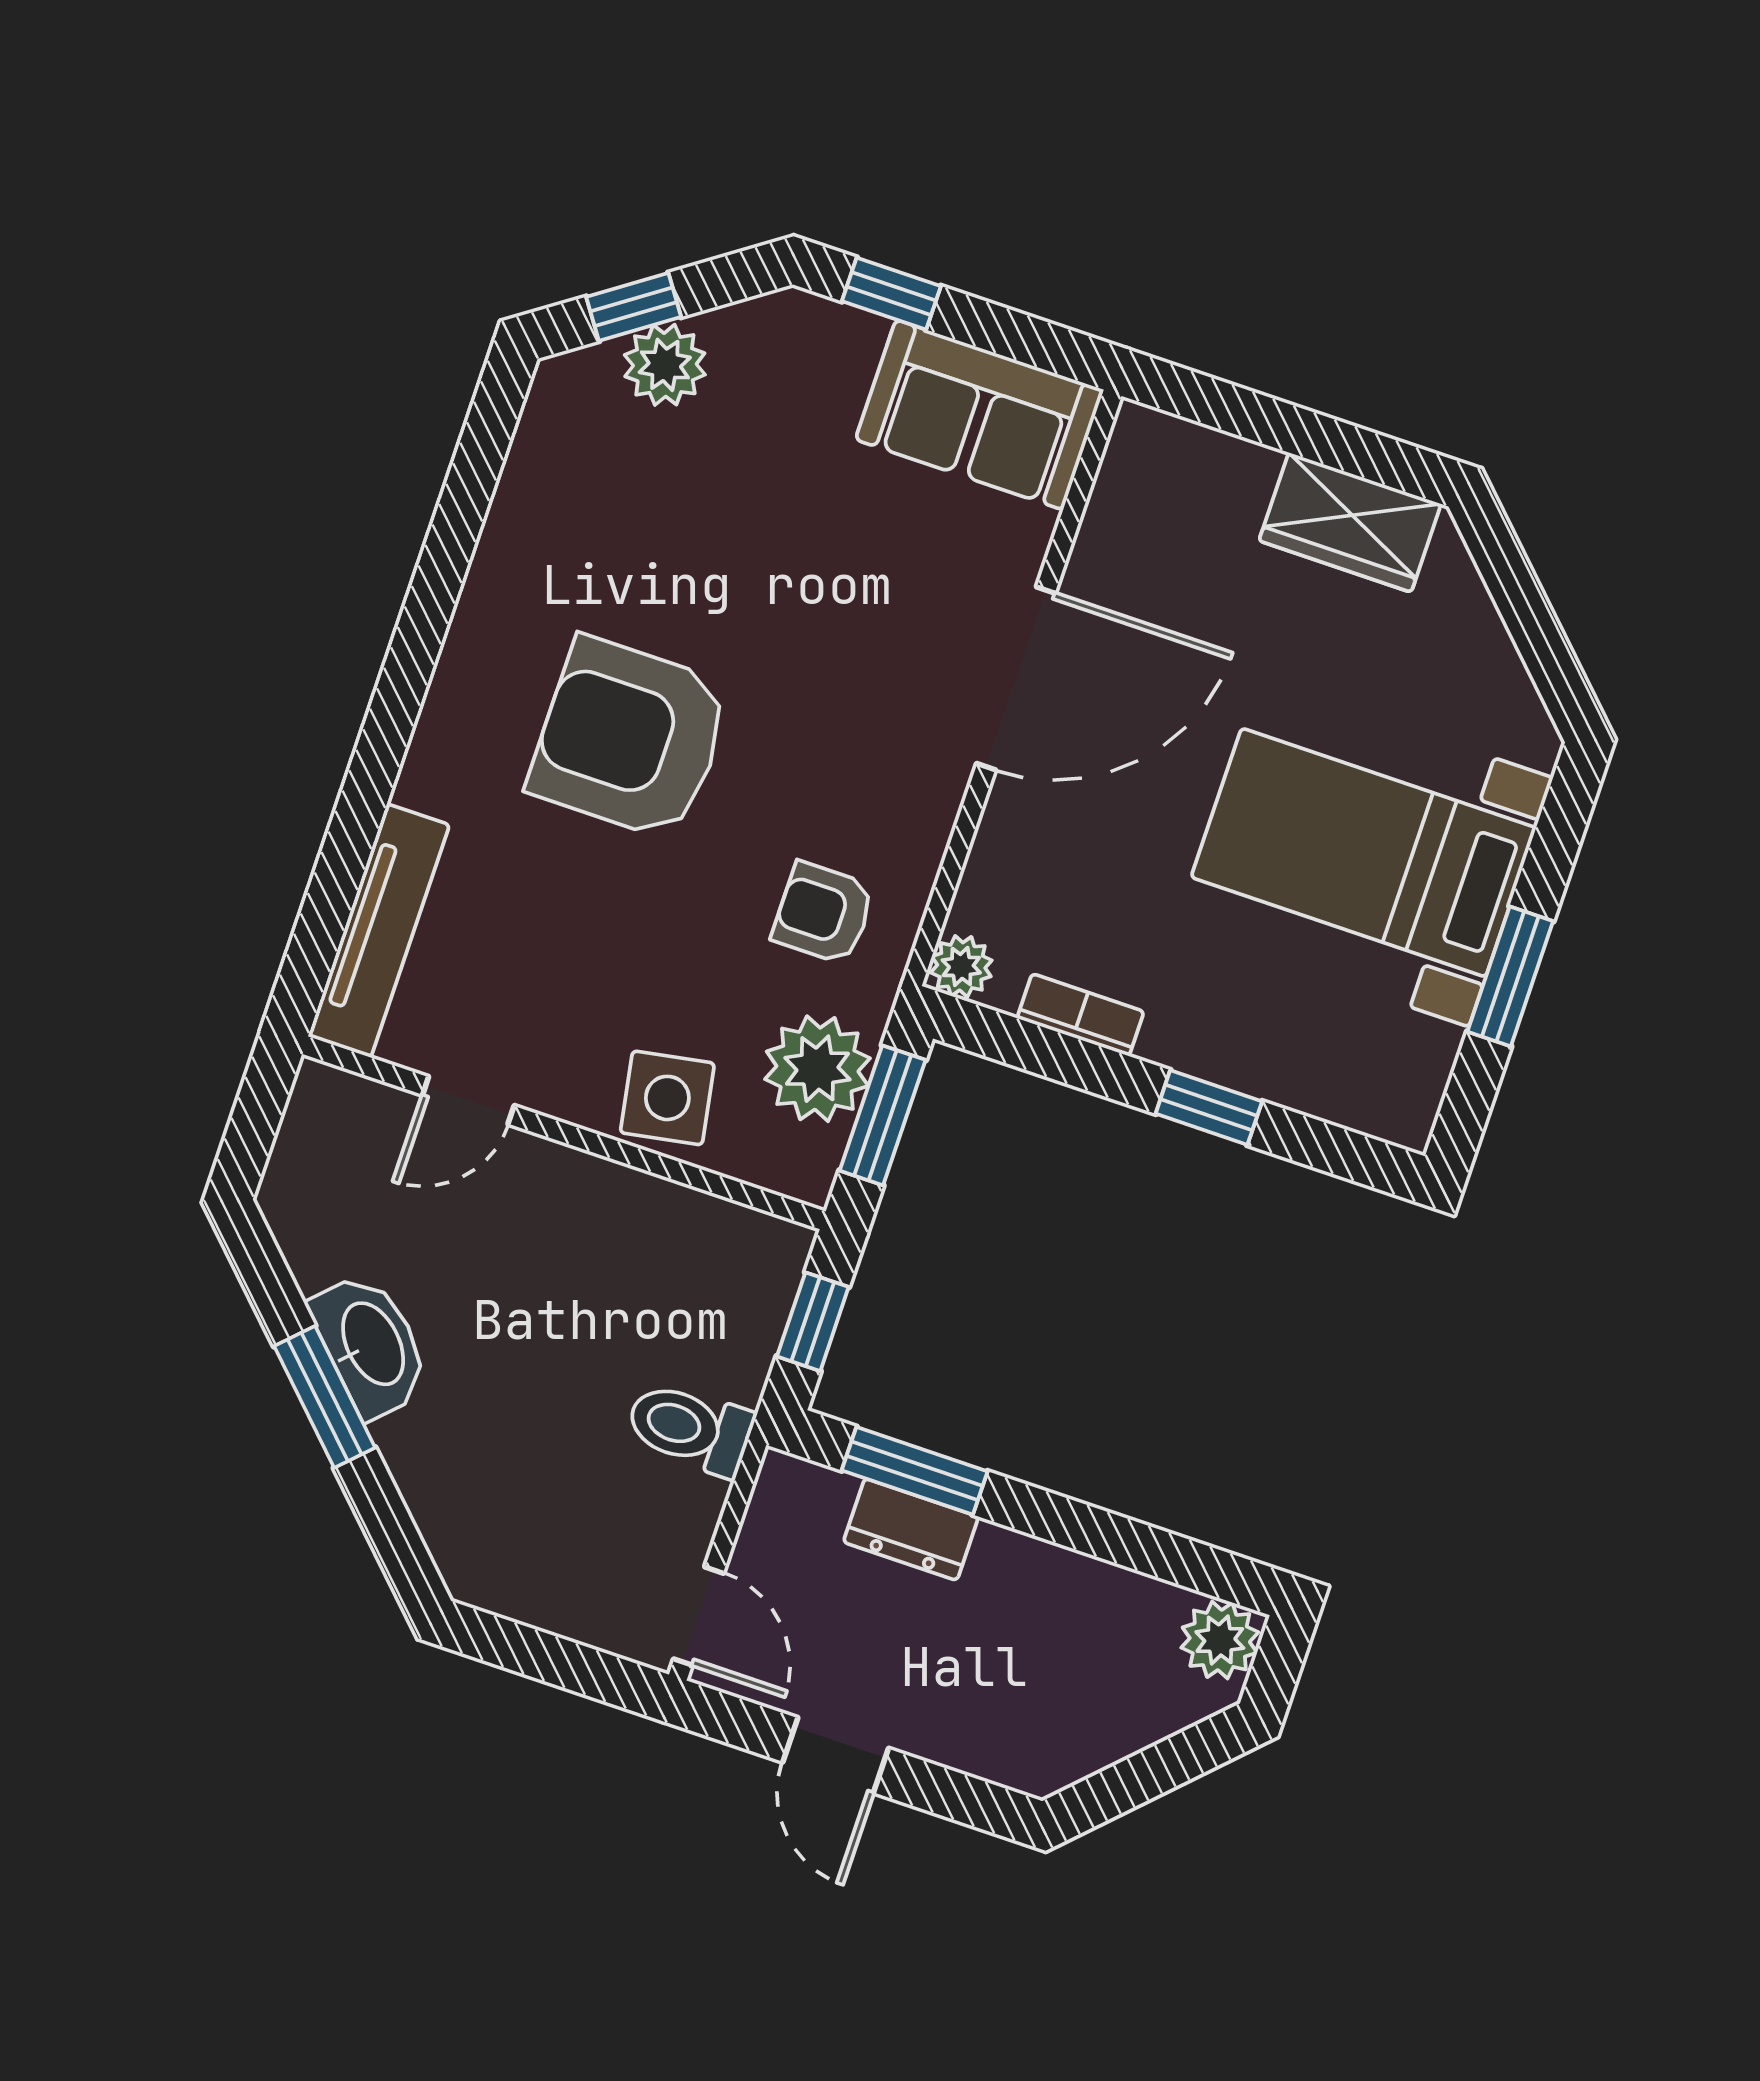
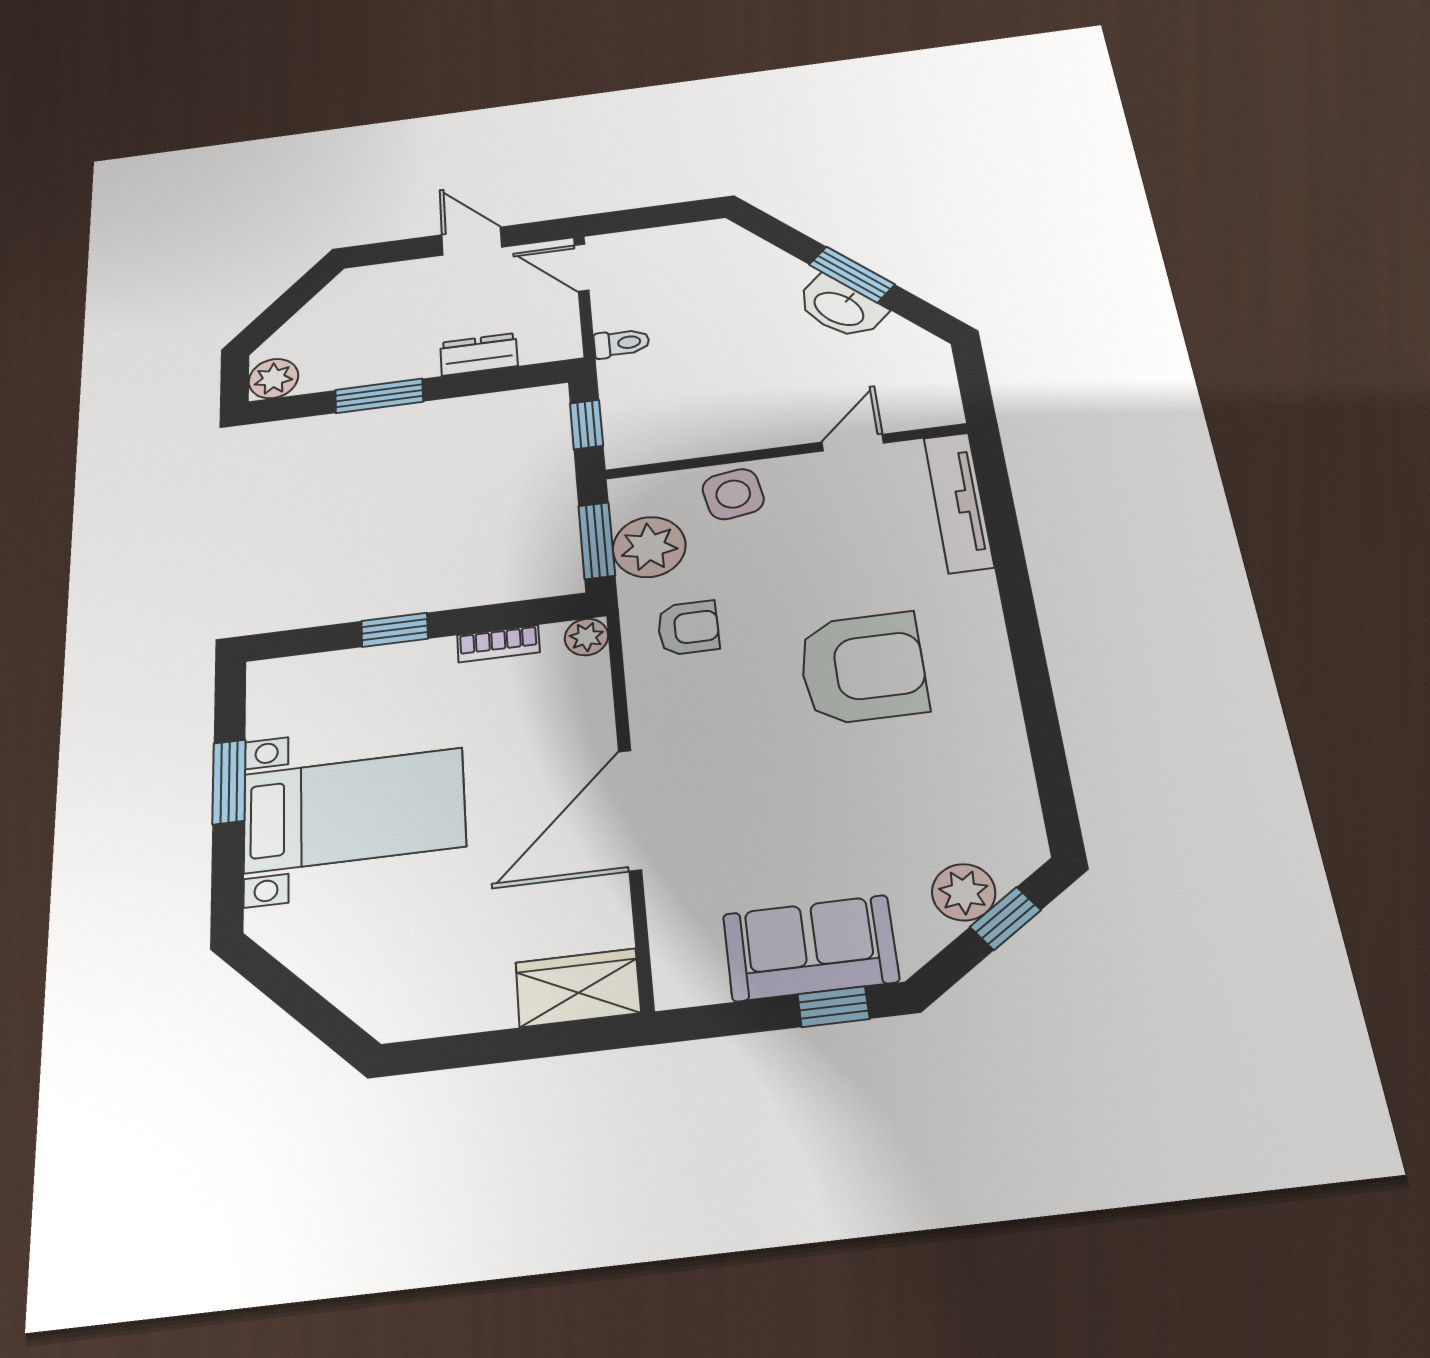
sofa: (980, 415) -> (810, 948), moved
wardrobe: (1350, 522) -> (578, 988), moved
toilet: (690, 1428) -> (622, 343), width x0.73, depth x0.72
window: (915, 1471) -> (379, 396), moved

